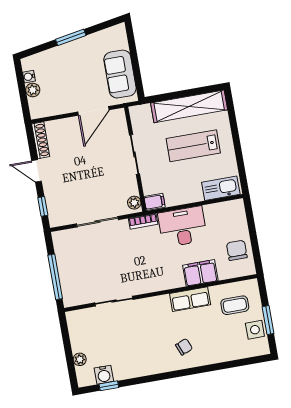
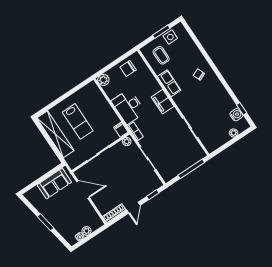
kitchen sink: (221, 188) -> (96, 94), removed
plant: (236, 208) -> (103, 80), added
filing cabinet: (200, 273) -> (163, 102), moved

